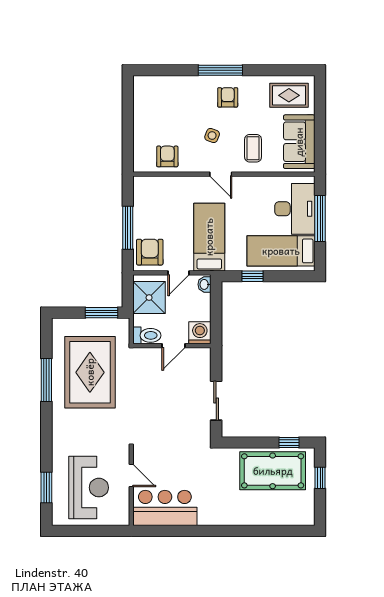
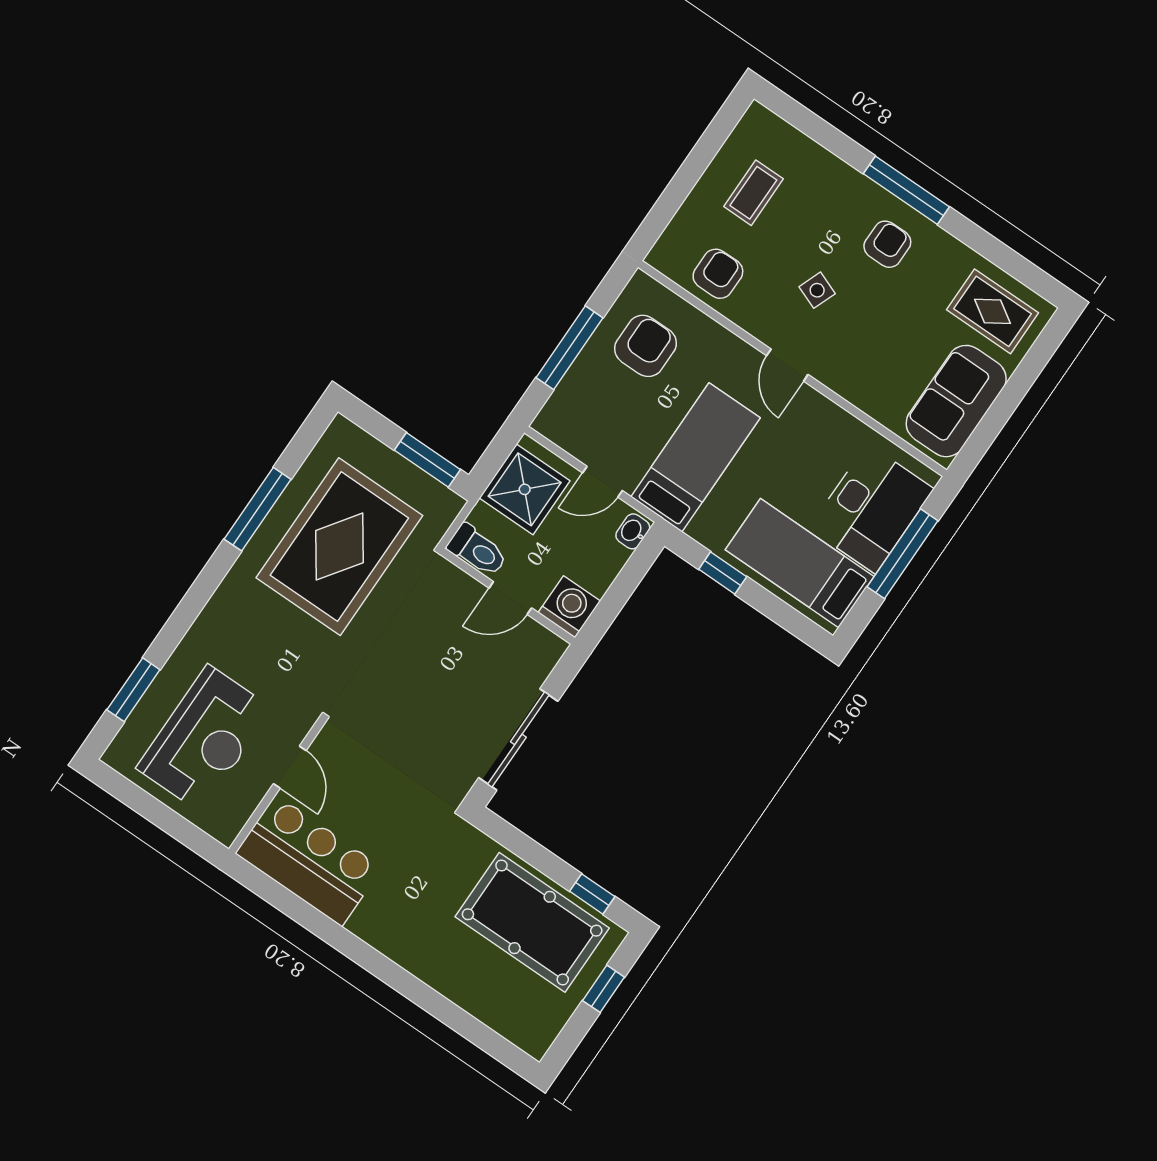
coffee table: (253, 148) -> (753, 193), moved
armchair: (150, 252) -> (646, 346), moved
sliding door: (216, 401) -> (518, 739), width x1.37

